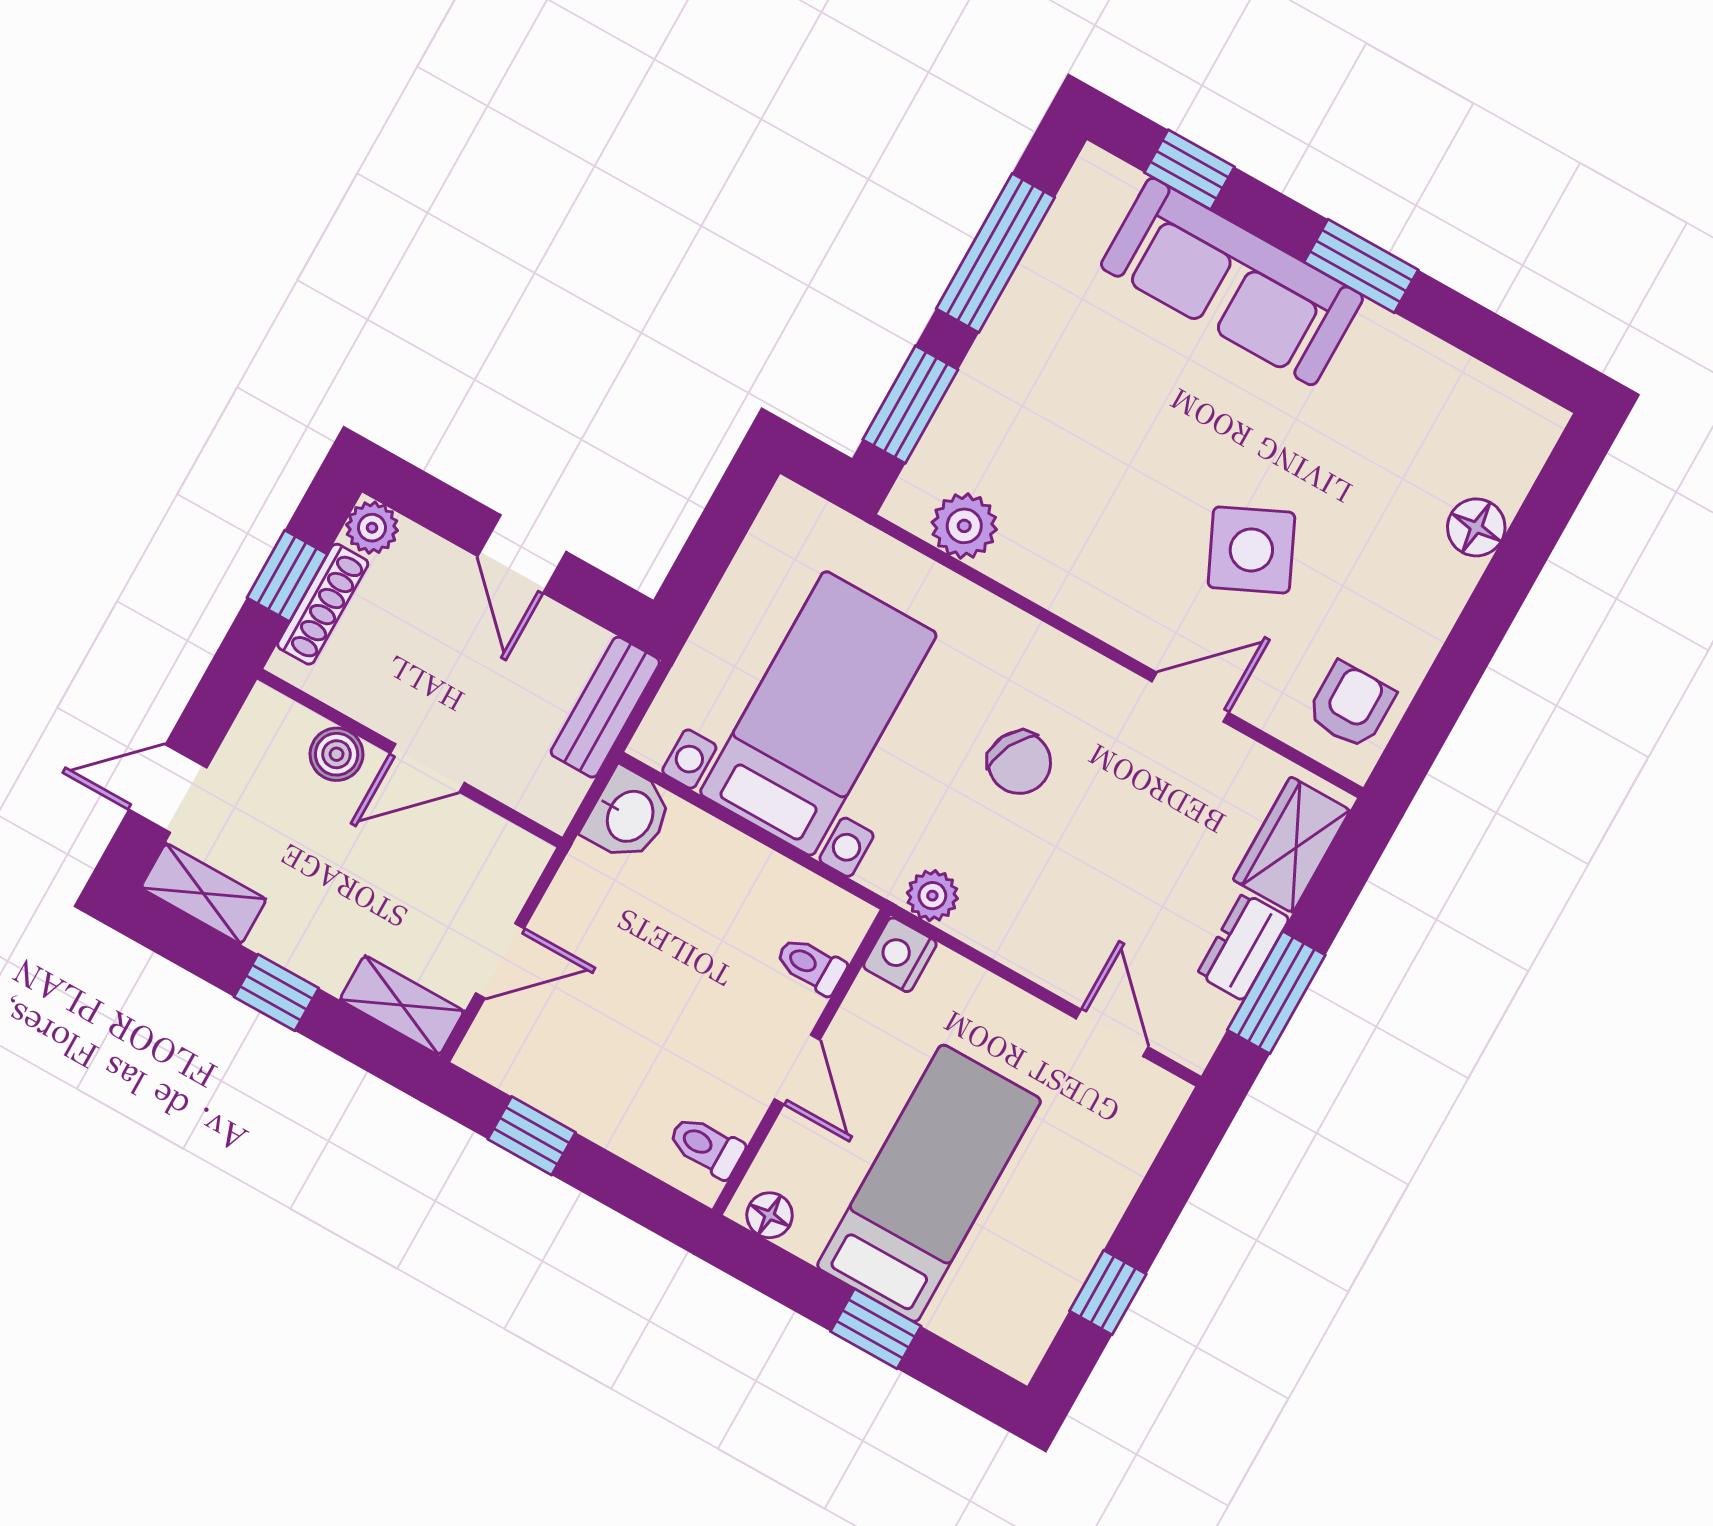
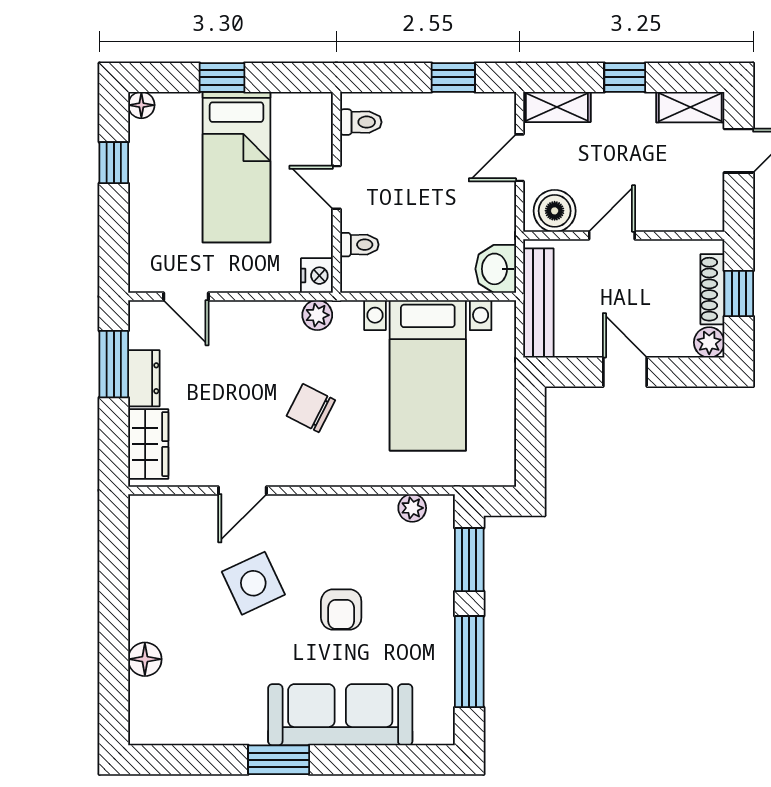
window: (1189, 170) -> (394, 760), removed
plant: (964, 526) -> (412, 508), width x0.73, depth x0.73
armchair: (1351, 705) -> (341, 610), moved
bench: (605, 707) -> (538, 303), width x1.36
boiler: (337, 754) -> (555, 211), moved, width x1.36, depth x1.36
floor lamp: (770, 1215) -> (141, 105), moved

